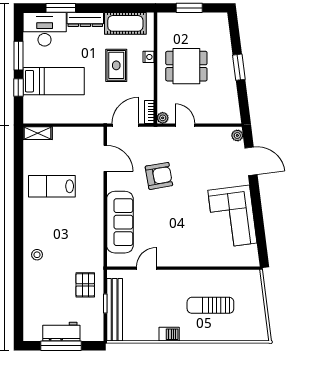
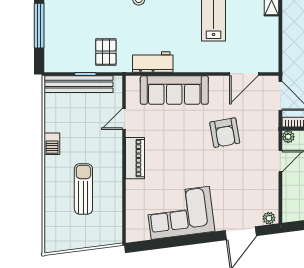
piano: (182, 258) -> (135, 158), added
door: (146, 268) -> (124, 119), swing flipped
pallet: (85, 285) -> (106, 52), turned 90
workbench: (61, 332) -> (153, 62), moved, turned -90

